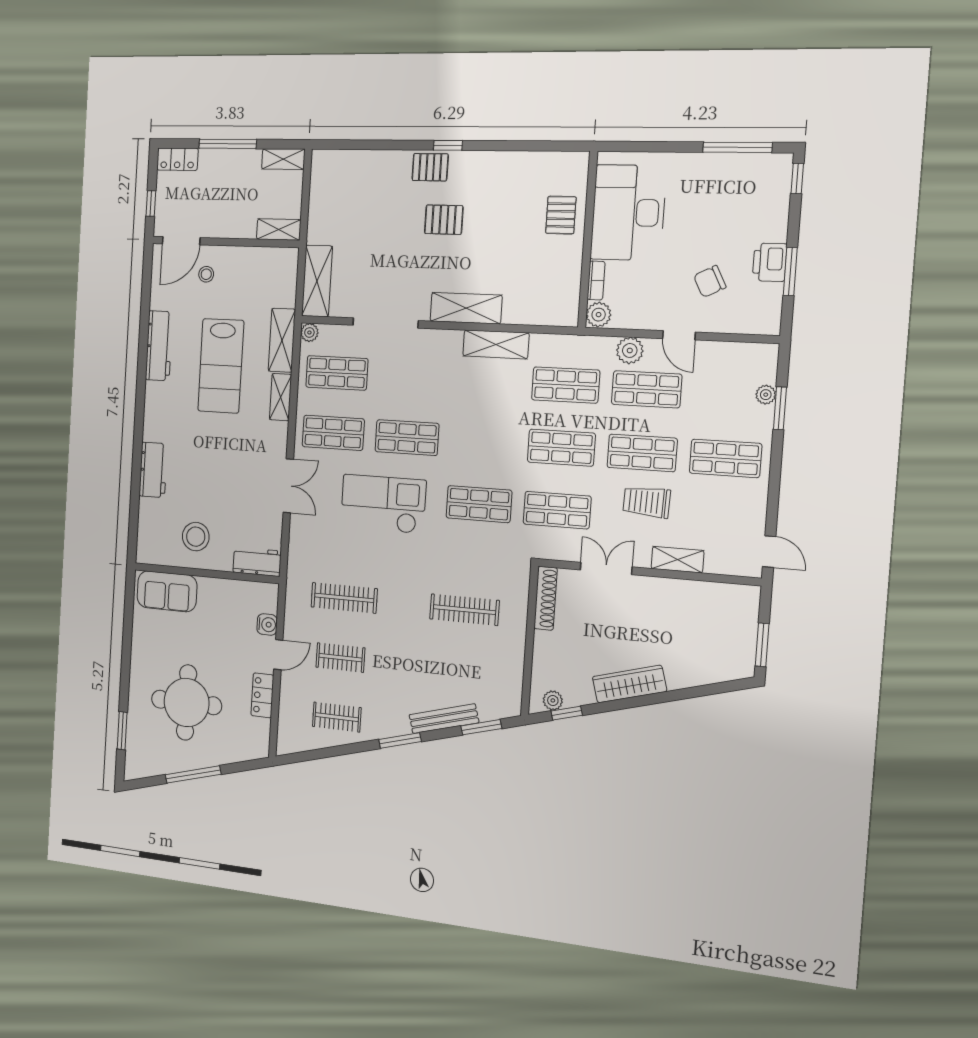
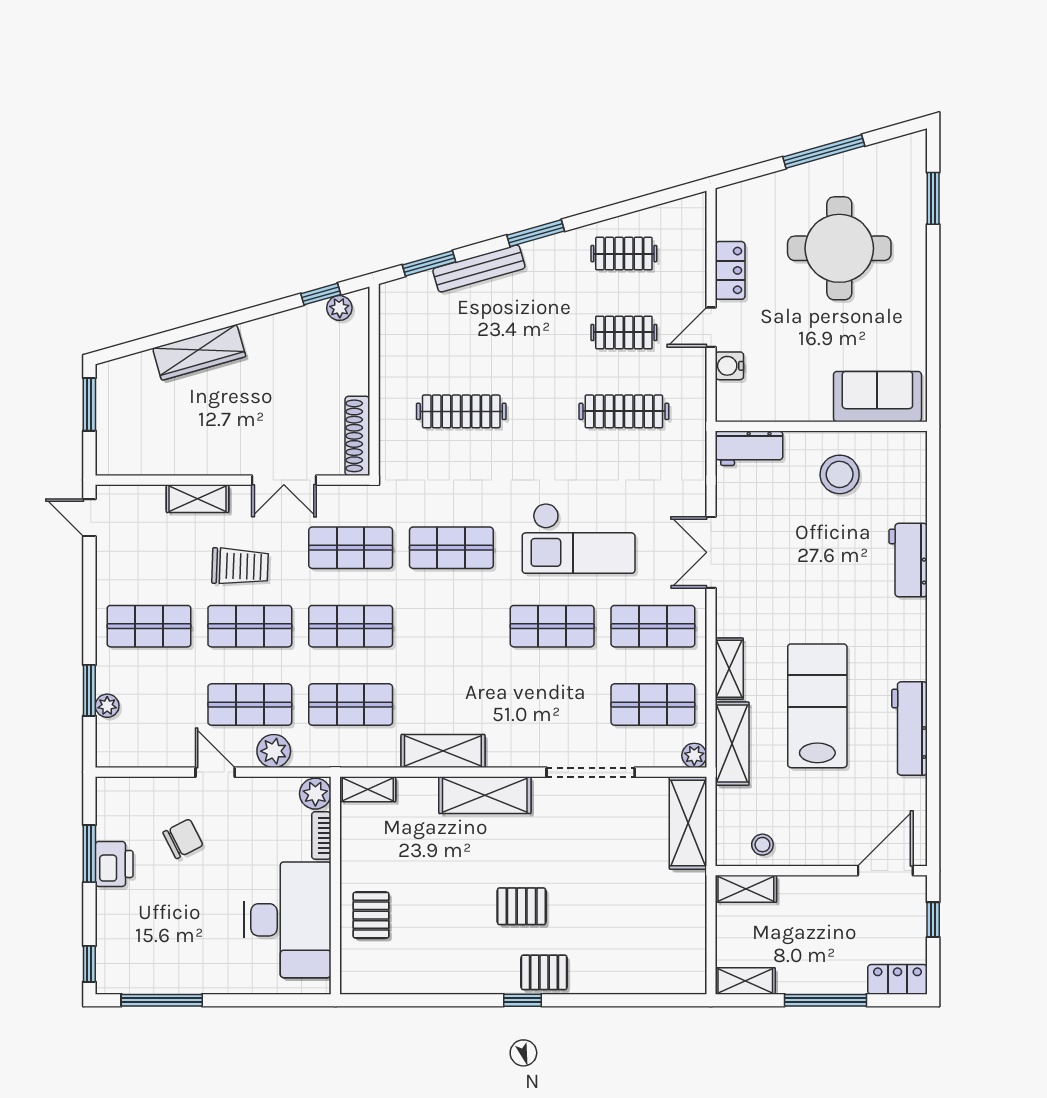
stool: (206, 274) -> (762, 845), moved
shelving: (557, 316) -> (368, 789), added
wardrobe: (629, 684) -> (199, 352), moved

